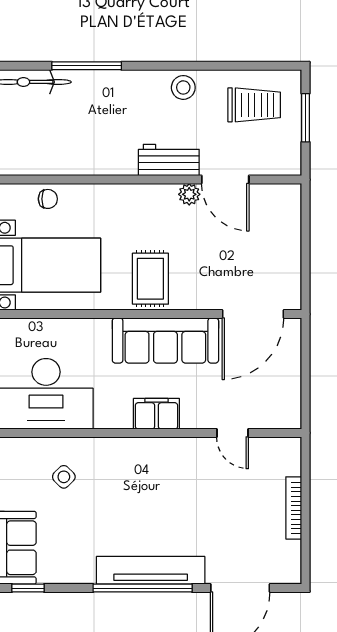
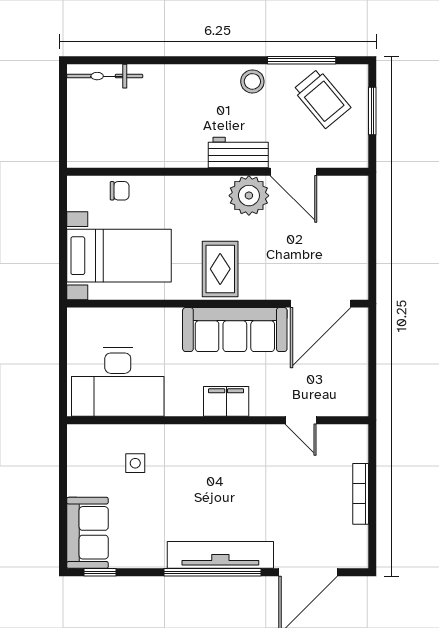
window: (87, 66) -> (302, 60), moved
trolley: (254, 105) -> (322, 99), turned 50
plant: (189, 194) -> (249, 196), width x1.88, depth x1.88
side table: (64, 477) -> (135, 463), turned 45

